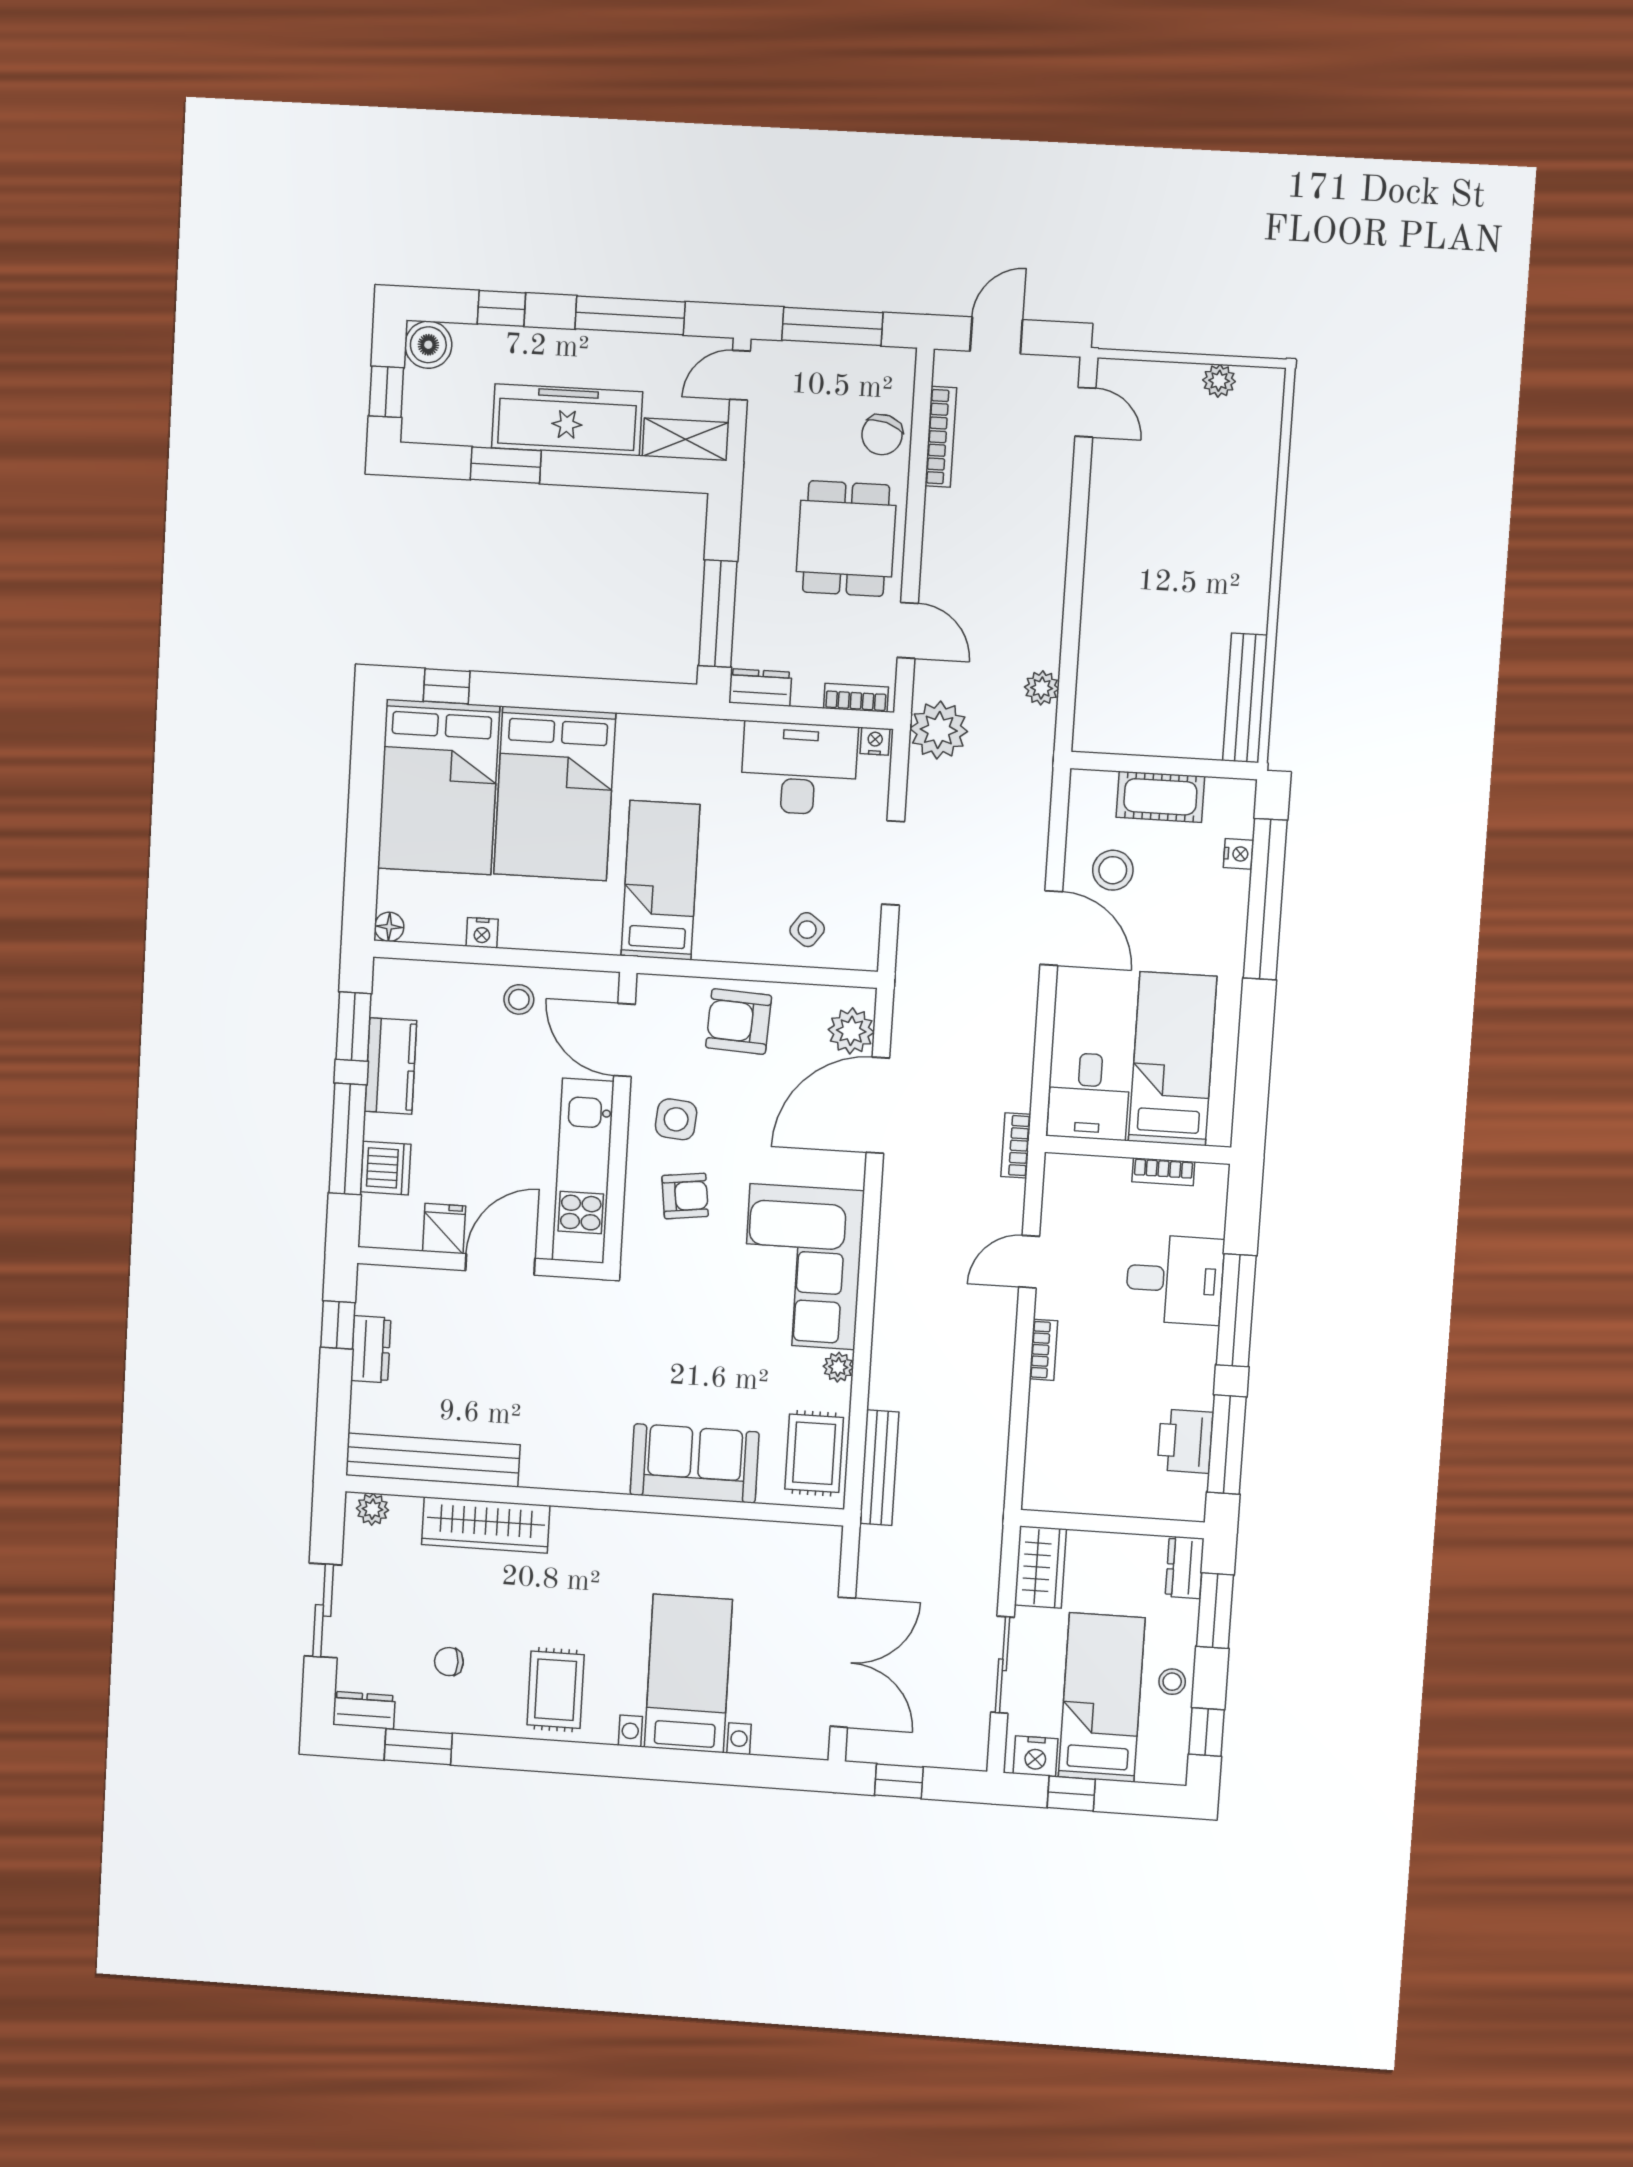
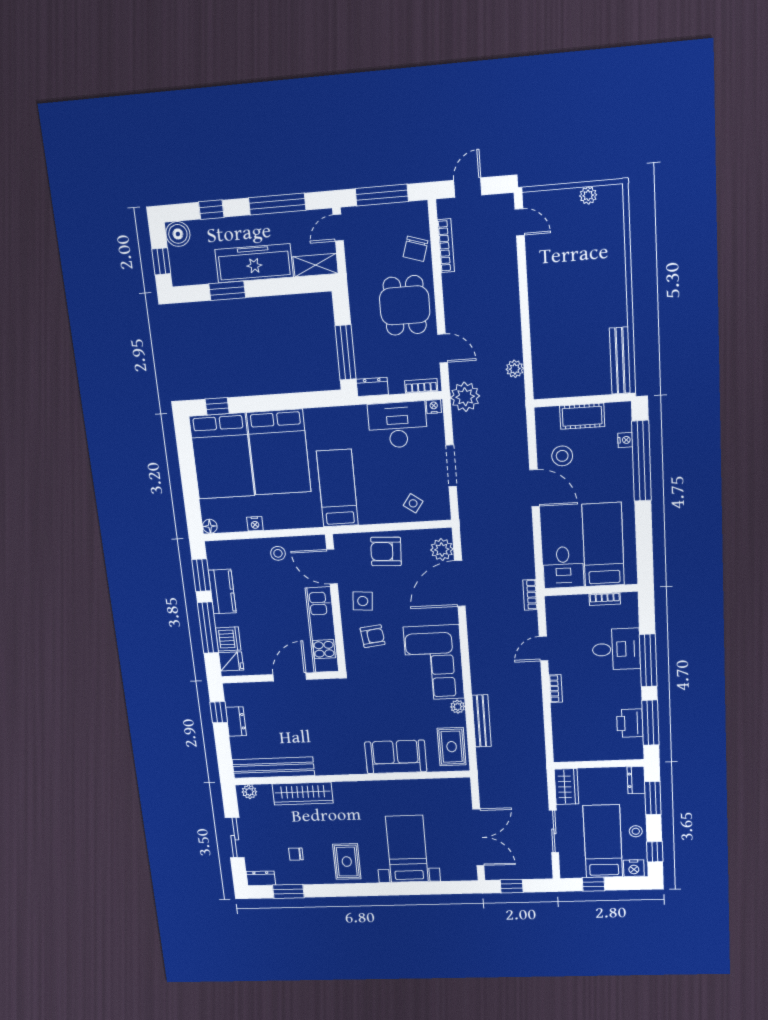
fridge: (444, 1229) -> (231, 661), moved, turned 90
bench: (879, 1468) -> (482, 721), moved
nightstand: (1036, 1756) -> (634, 868), moved

